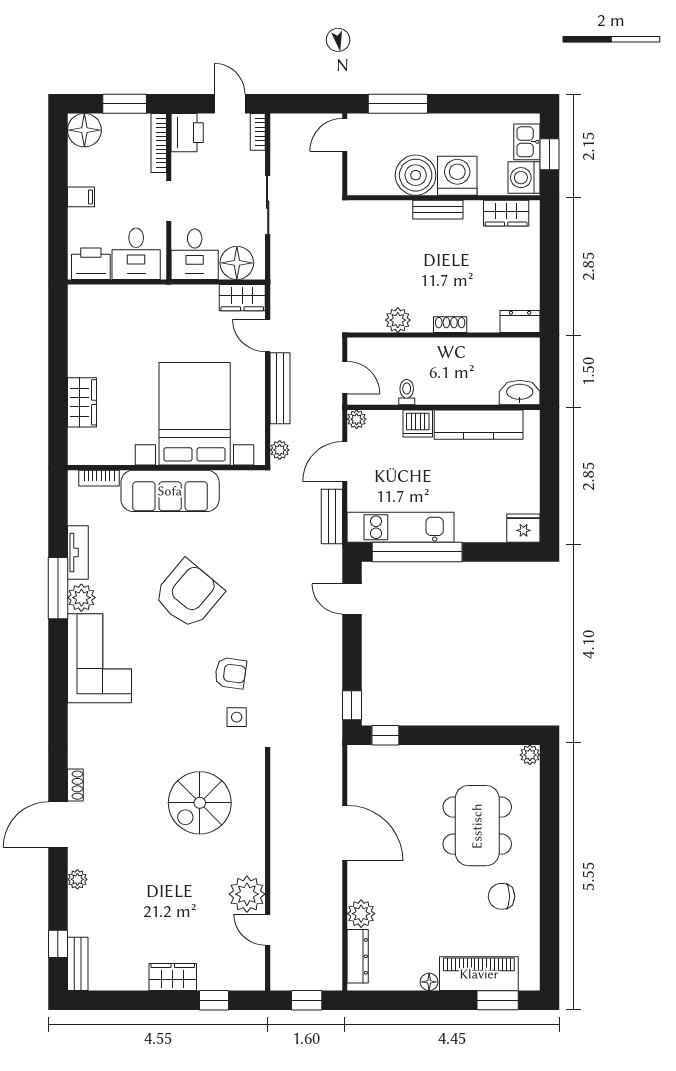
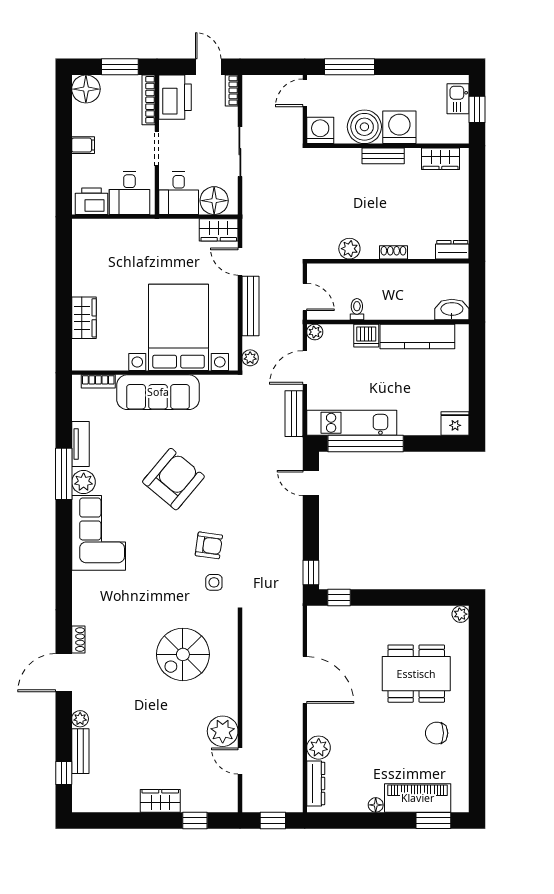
printer: (187, 133) -> (175, 97), width x1.37, depth x1.19
washing machine: (524, 178) -> (320, 130), moved, turned 90
dining table: (477, 826) -> (416, 674), turned 90
bench: (78, 964) -> (80, 751), moved

